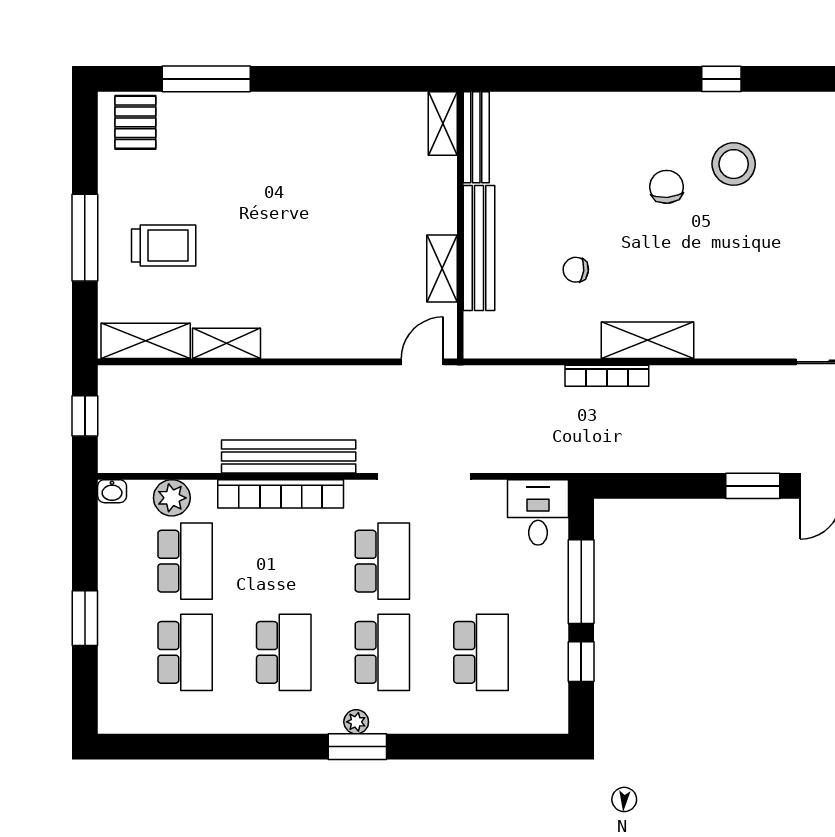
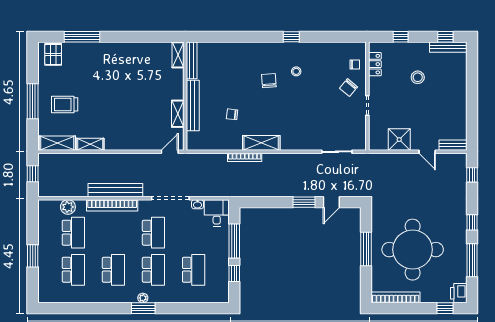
stool: (734, 164) -> (296, 71), width x0.53, depth x0.53
trolley: (164, 246) -> (65, 104), turned 180
washbasin: (112, 491) -> (197, 204), moved

